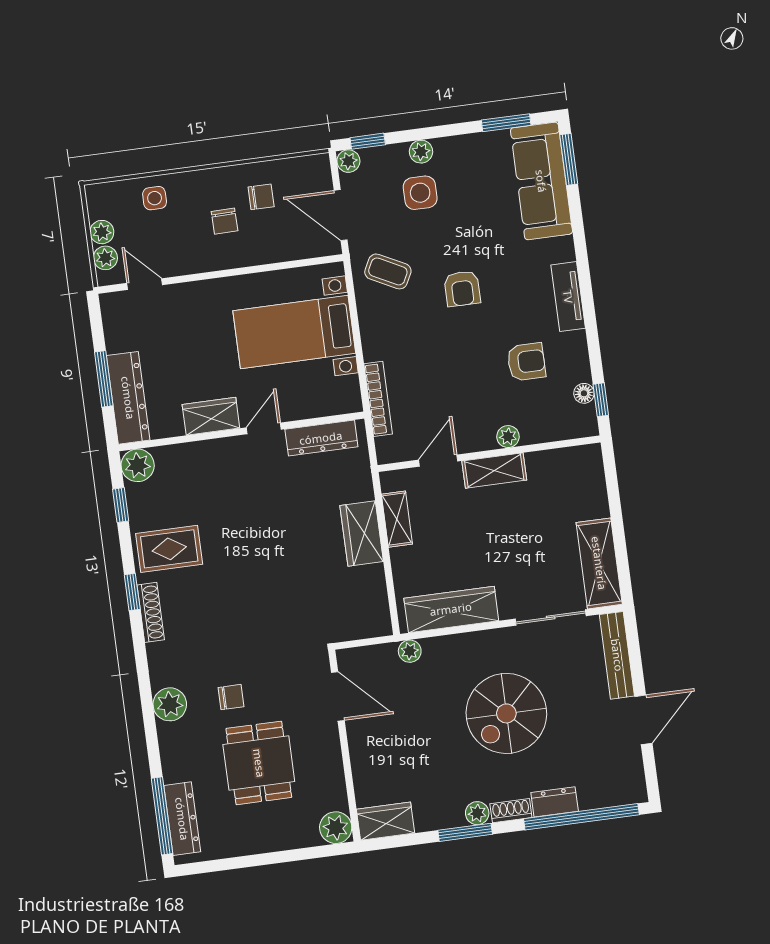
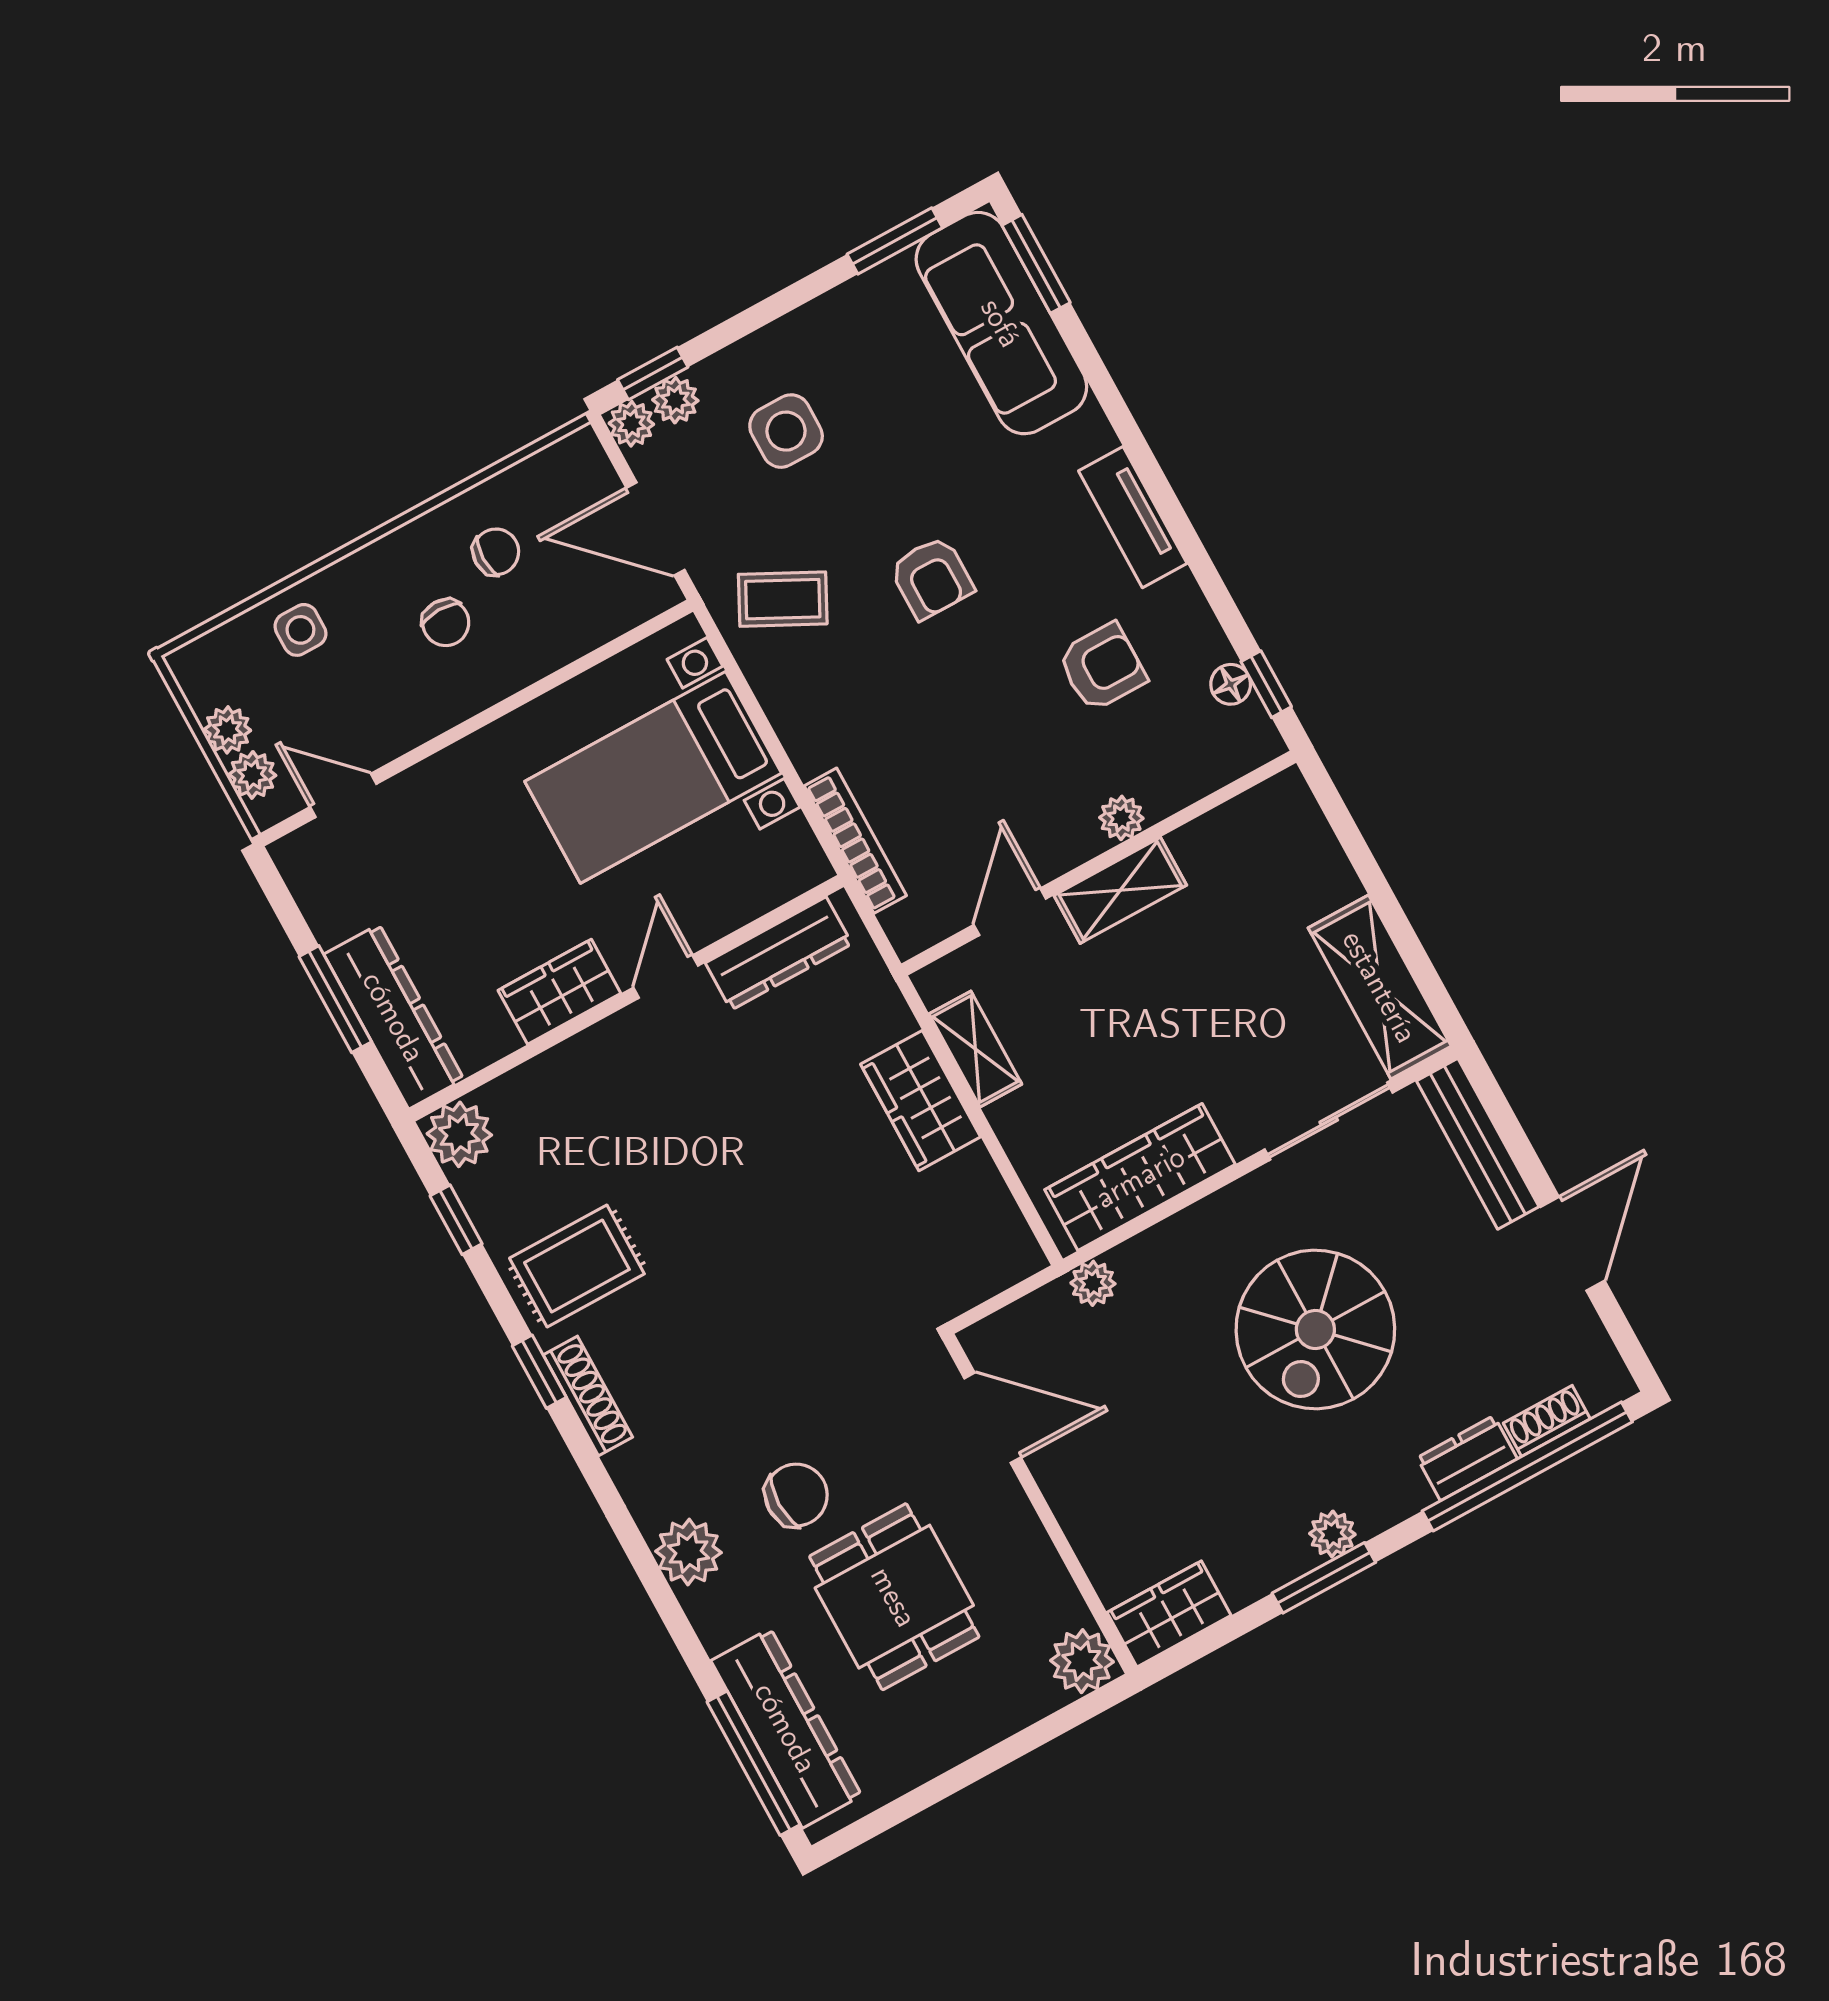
plant: (421, 152) -> (675, 400), moved
chair: (231, 697) -> (796, 1495), width x1.37, depth x1.37
shoe rack: (511, 811) -> (1547, 1421), moved
dresser: (182, 819) -> (786, 1728), width x1.37, depth x1.24

